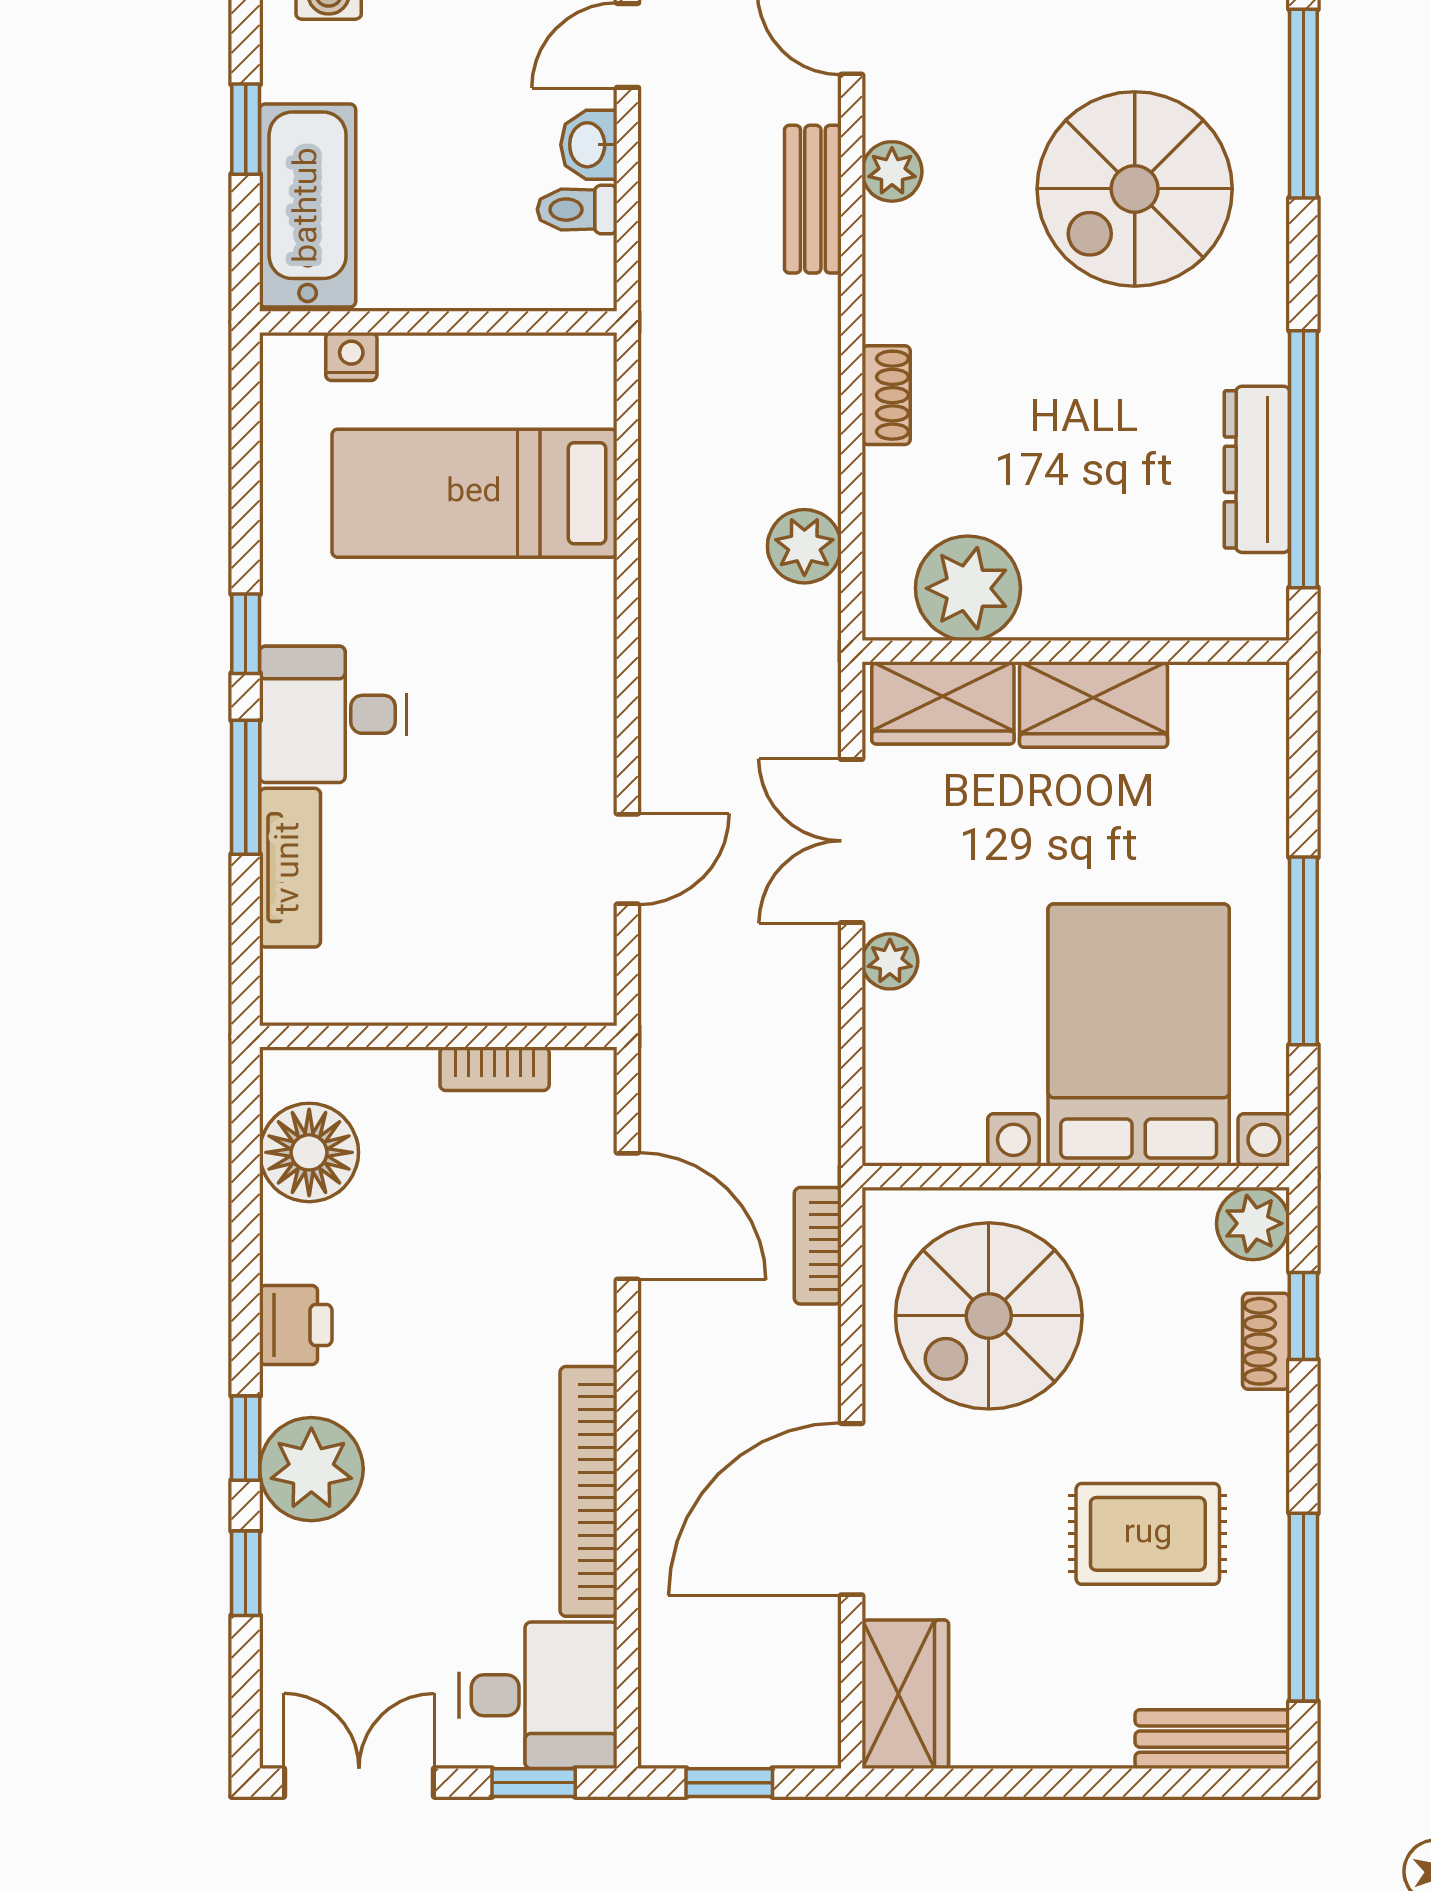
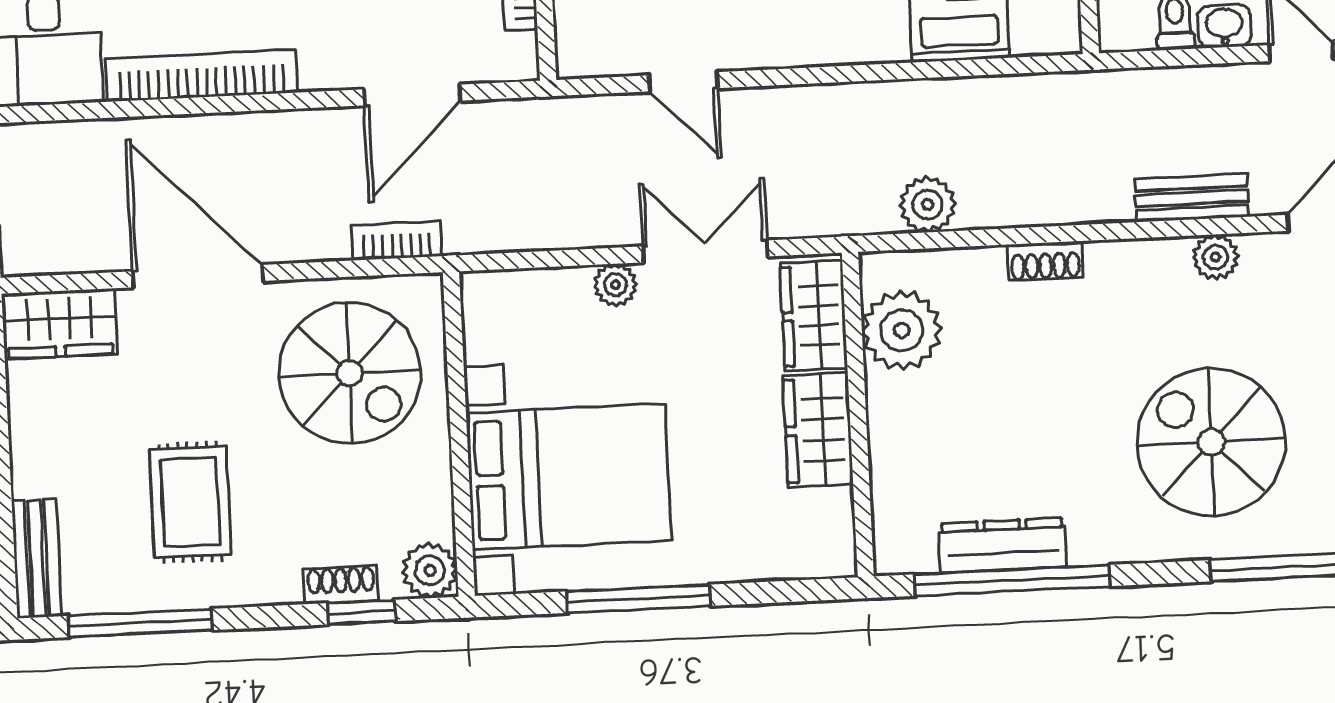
spiral stairs: (989, 1316) -> (350, 373), turned 180

